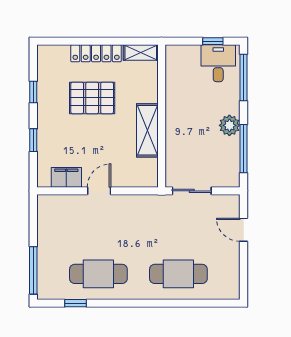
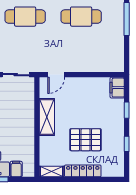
filing cabinet: (191, 56) -> (16, 169), added
filing cabinet: (66, 177) -> (117, 88), moved, turned 90
door: (99, 191) -> (56, 75), moved

